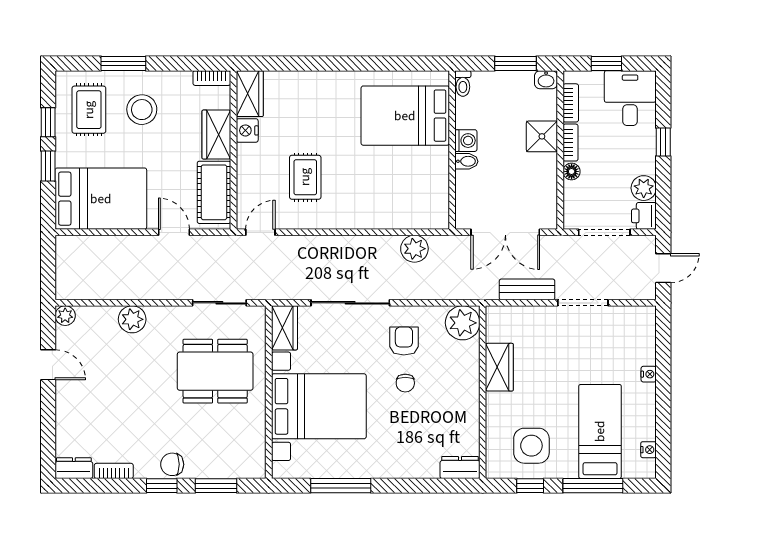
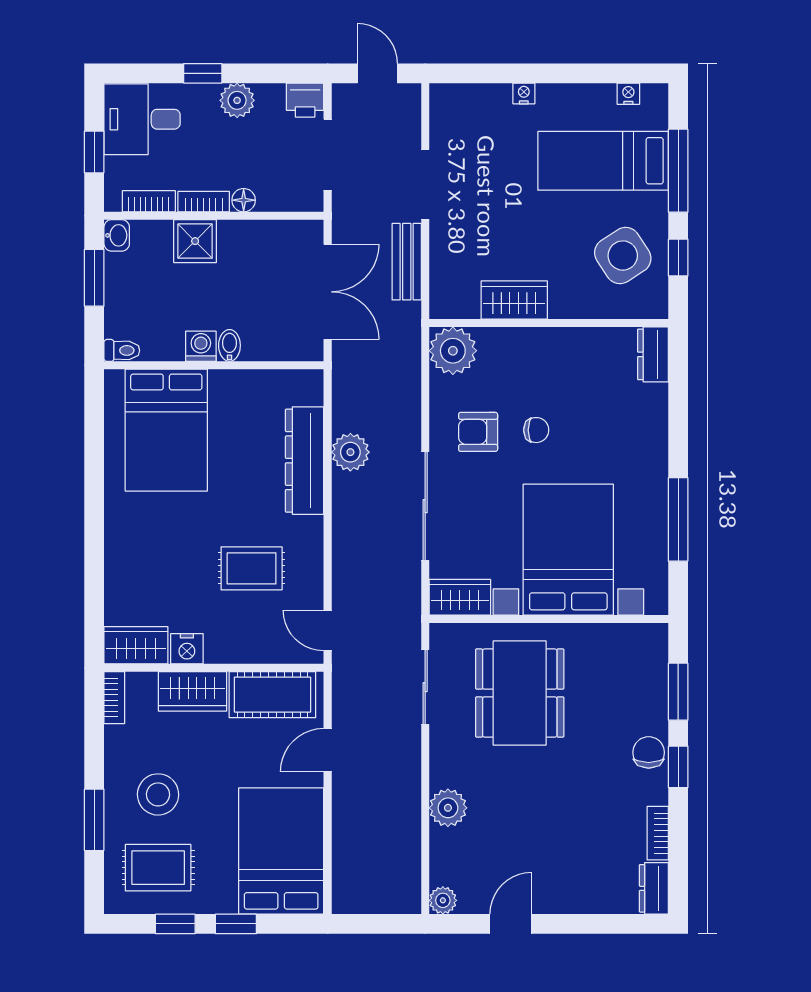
plant: (644, 188) -> (237, 100), moved
dresser: (383, 216) -> (305, 461), added
plant: (414, 249) -> (350, 452), moved
side table: (531, 446) -> (623, 256), turned -33
chair: (172, 464) -> (649, 752), turned 180

